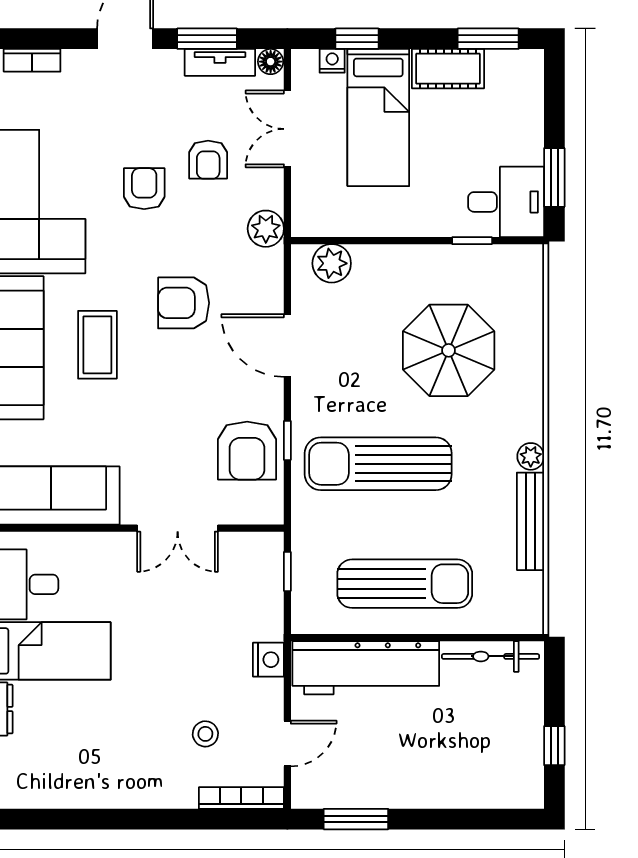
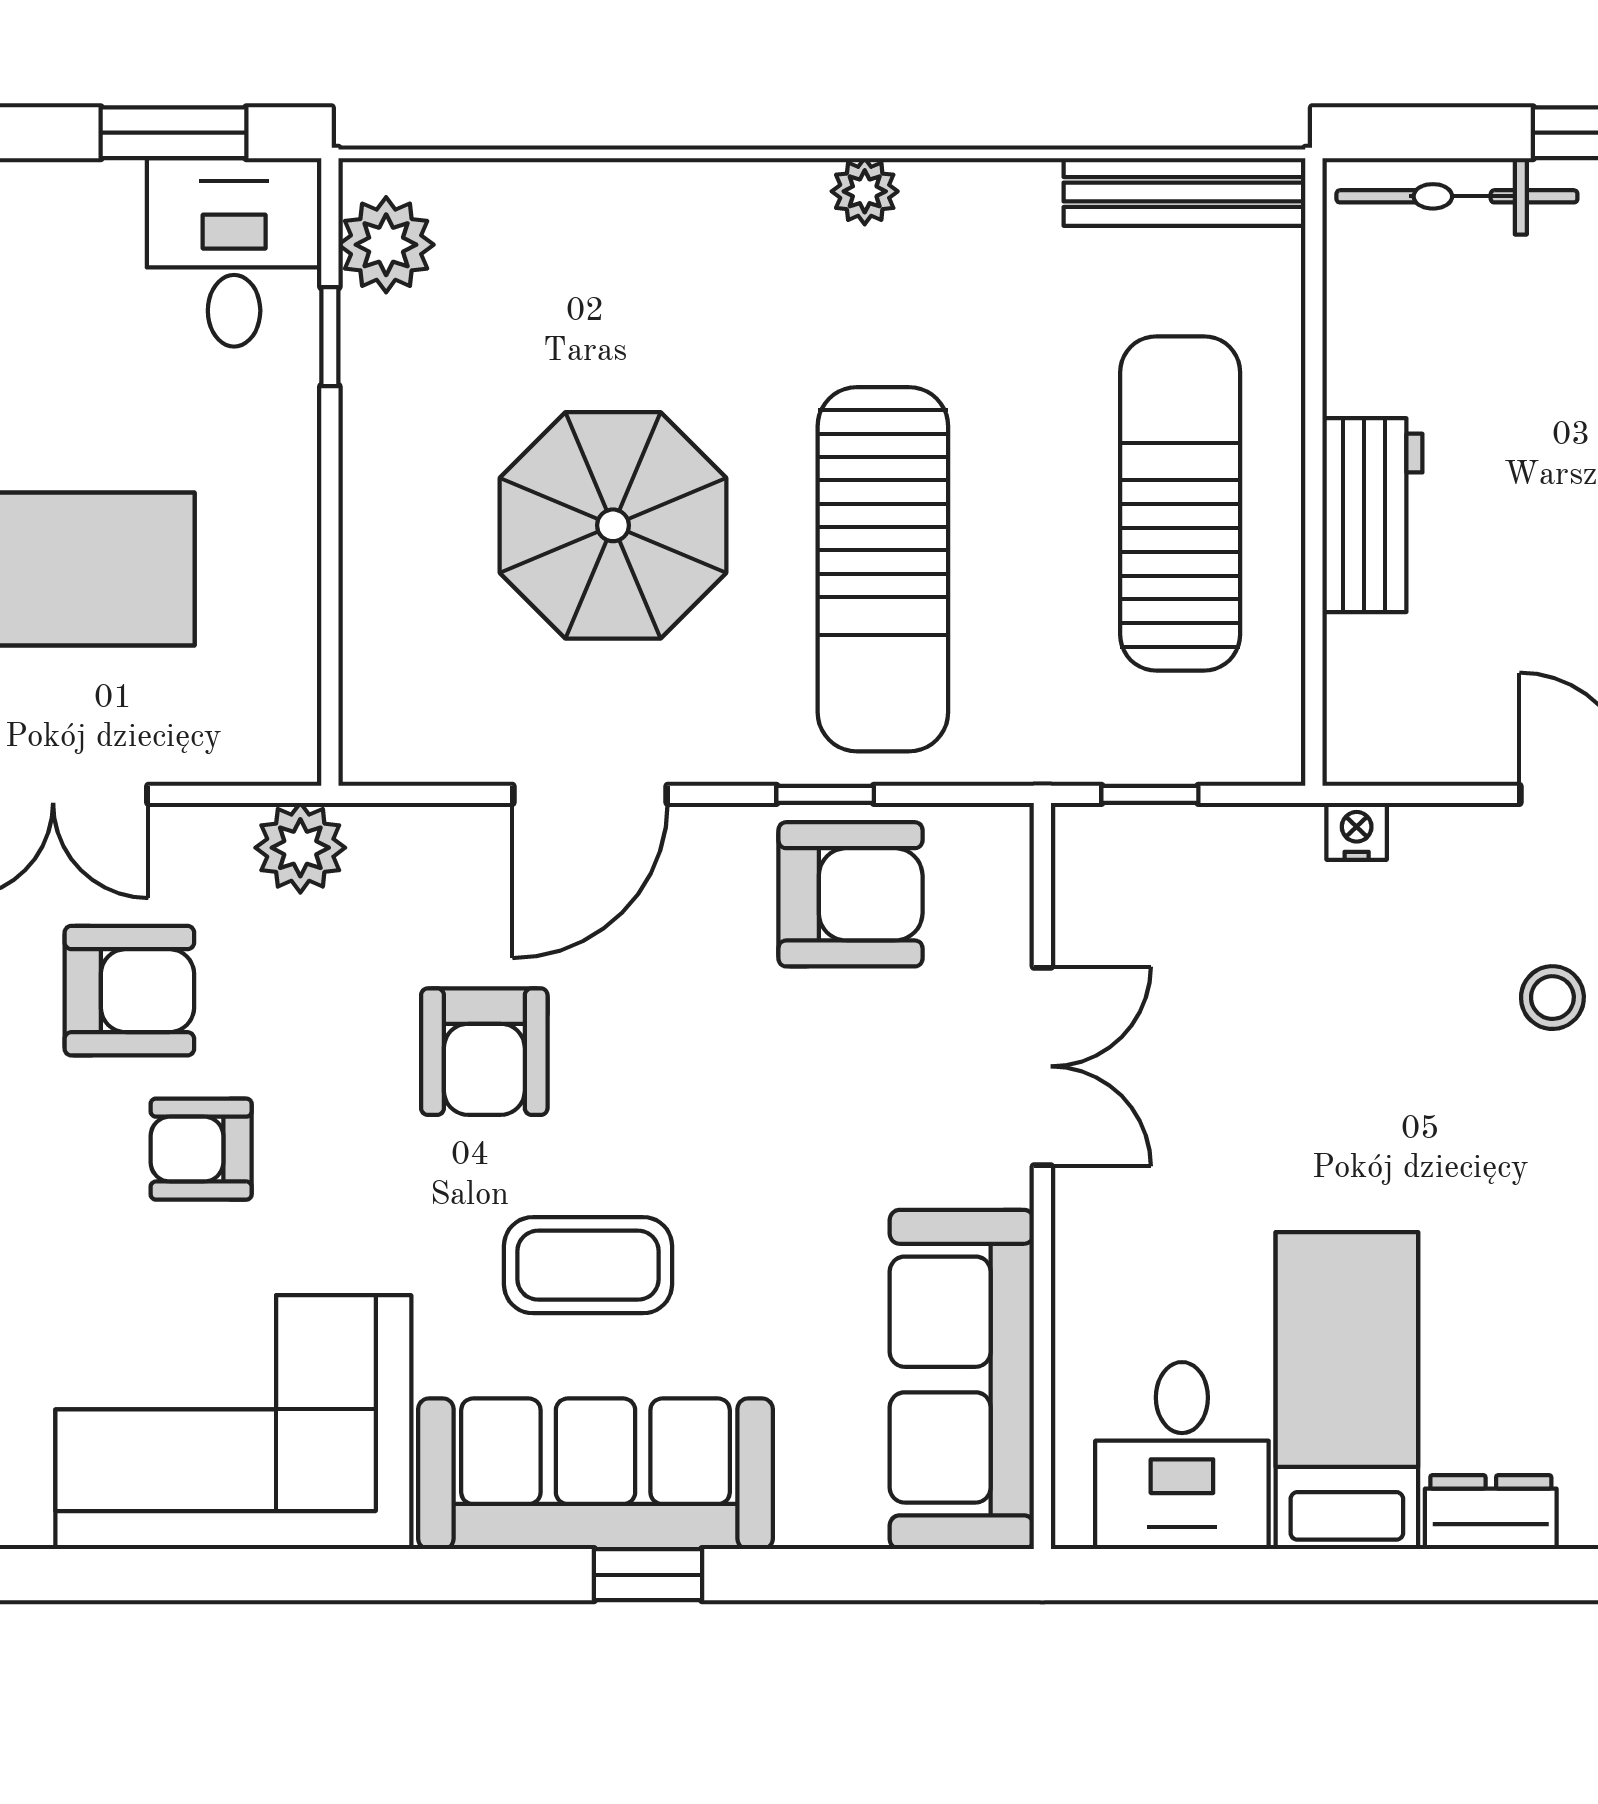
armchair: (208, 160) -> (129, 991), width x1.38, depth x1.38
plant: (332, 263) -> (386, 245), moved
parasol: (449, 350) -> (613, 525), moved
bench: (530, 521) -> (1184, 192), moved
bicycle: (491, 656) -> (1457, 196), moved, turned 90
nightstand: (268, 660) -> (1357, 831), width x0.72, depth x0.74
workbench: (366, 668) -> (1372, 515), width x0.53, depth x0.76

